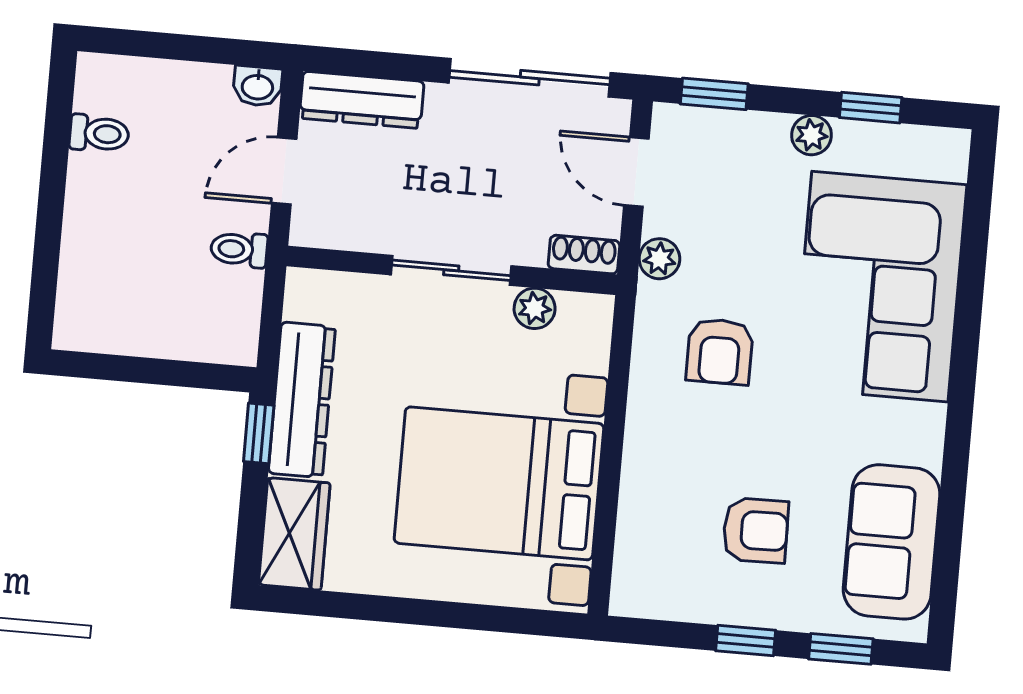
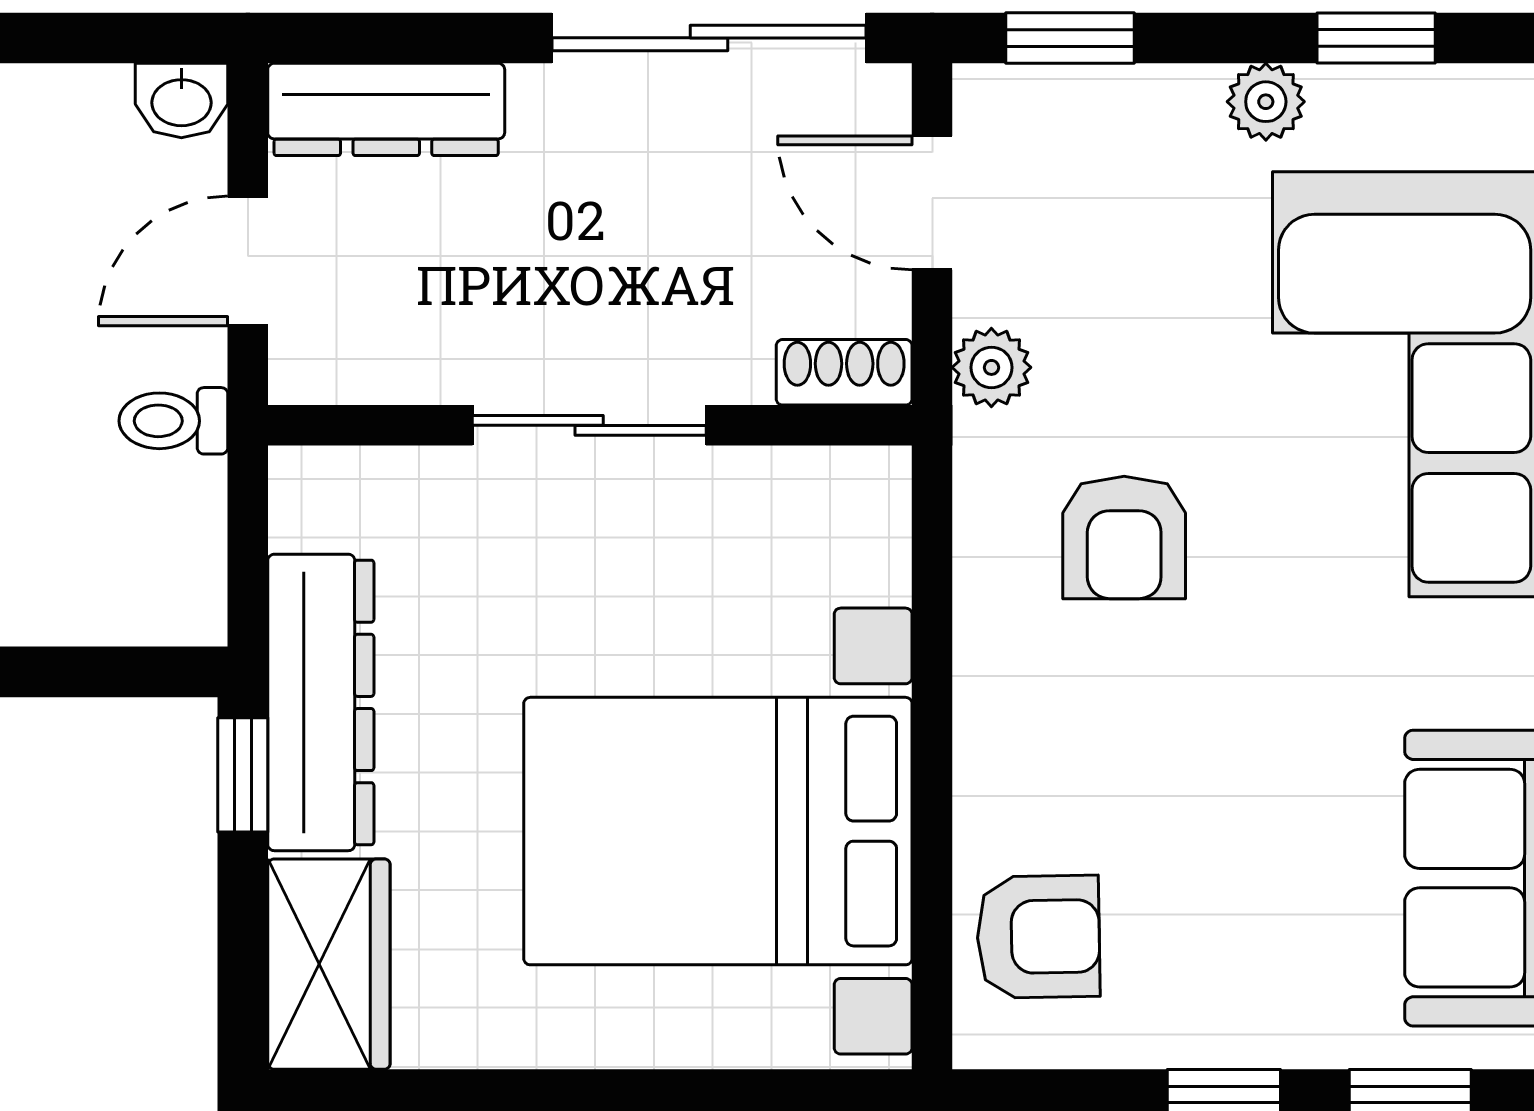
plant: (535, 308) -> (757, 485), removed
armchair: (756, 530) -> (1038, 937), moved

